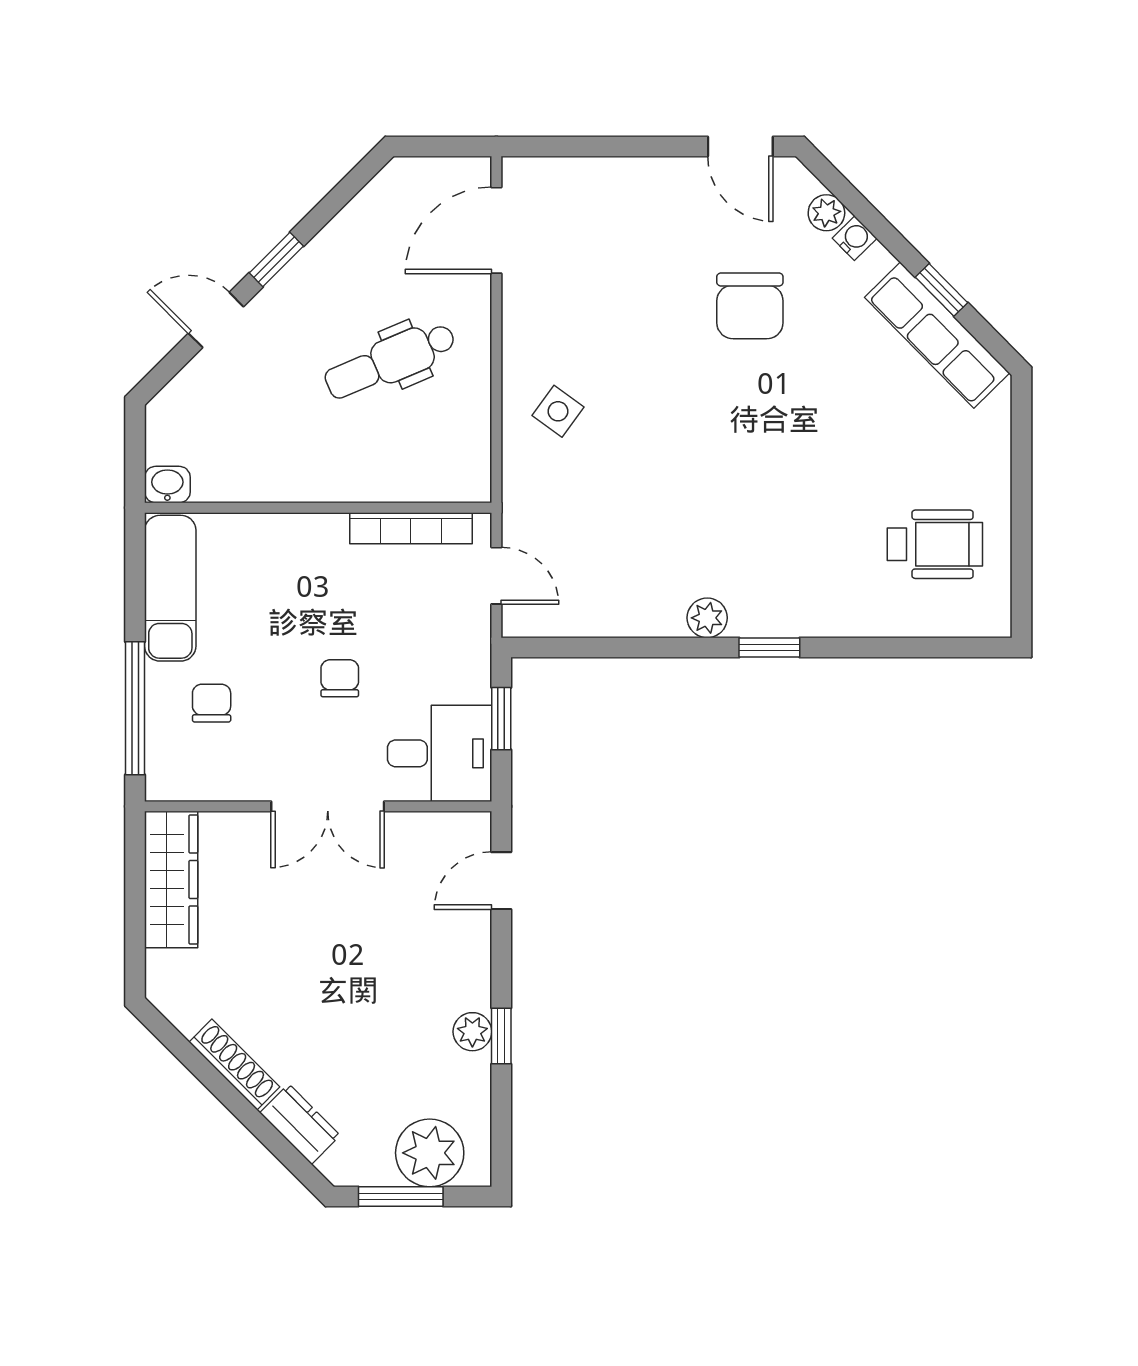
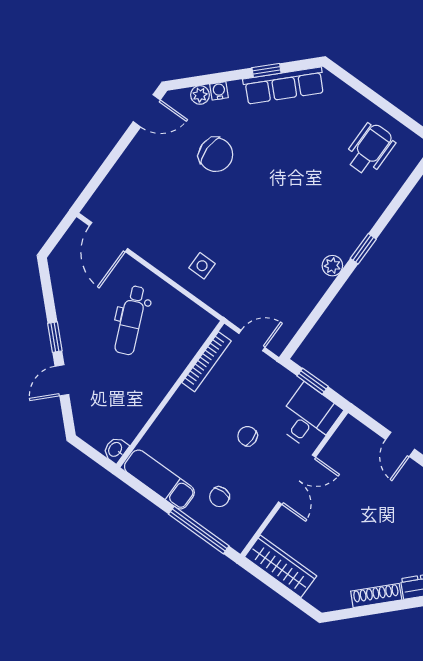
side table: (558, 411) -> (202, 266), turned -36
chair: (212, 703) -> (219, 497), turned -90
door: (501, 881) -> (400, 444), moved

